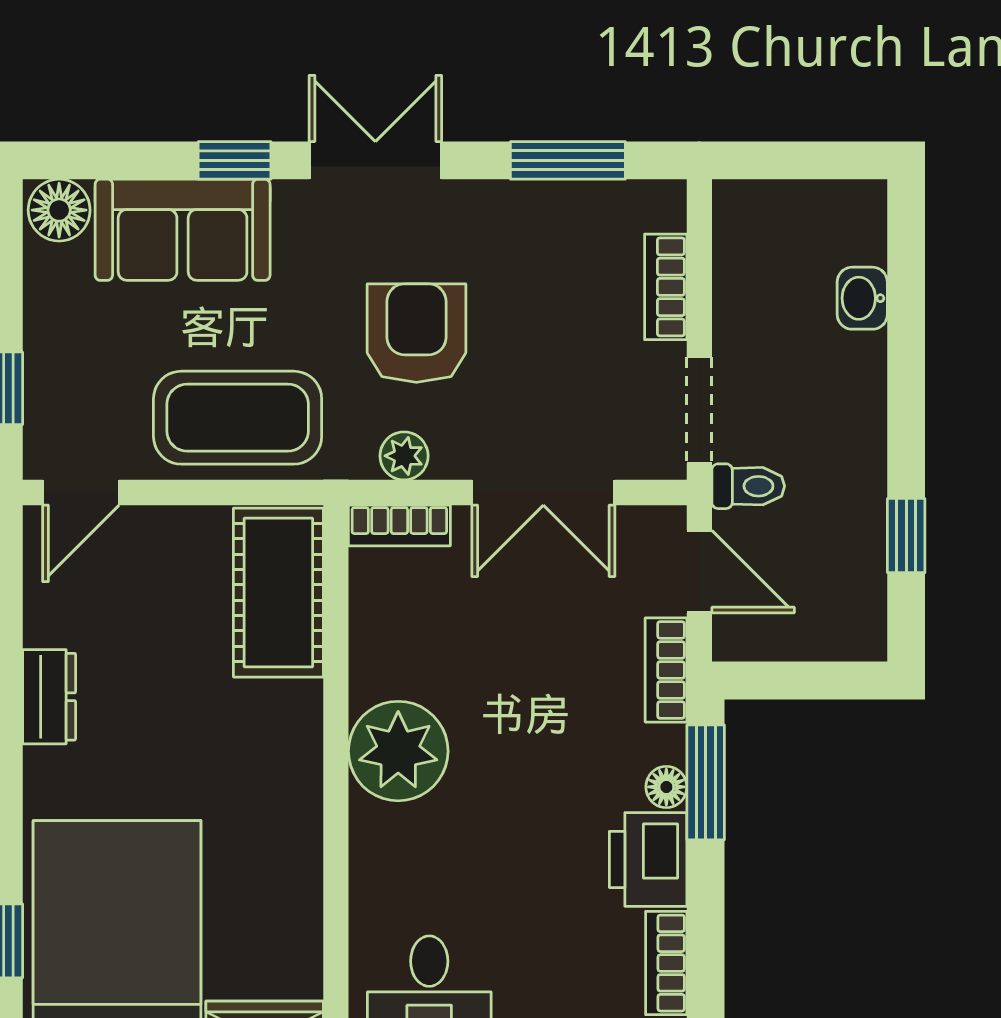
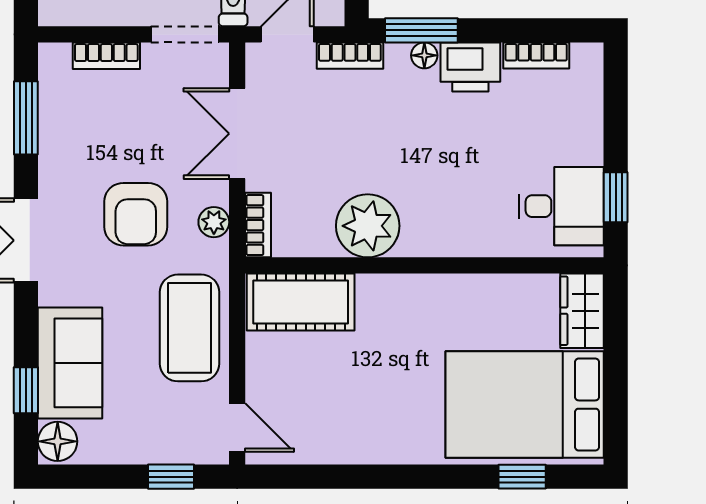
window: (235, 160) -> (26, 390), moved
armchair: (416, 333) -> (136, 214), turned -90
double door: (543, 493) -> (237, 134), swing flipped
dresser: (49, 697) -> (367, 448), removed
plant: (398, 751) -> (368, 226), moved

